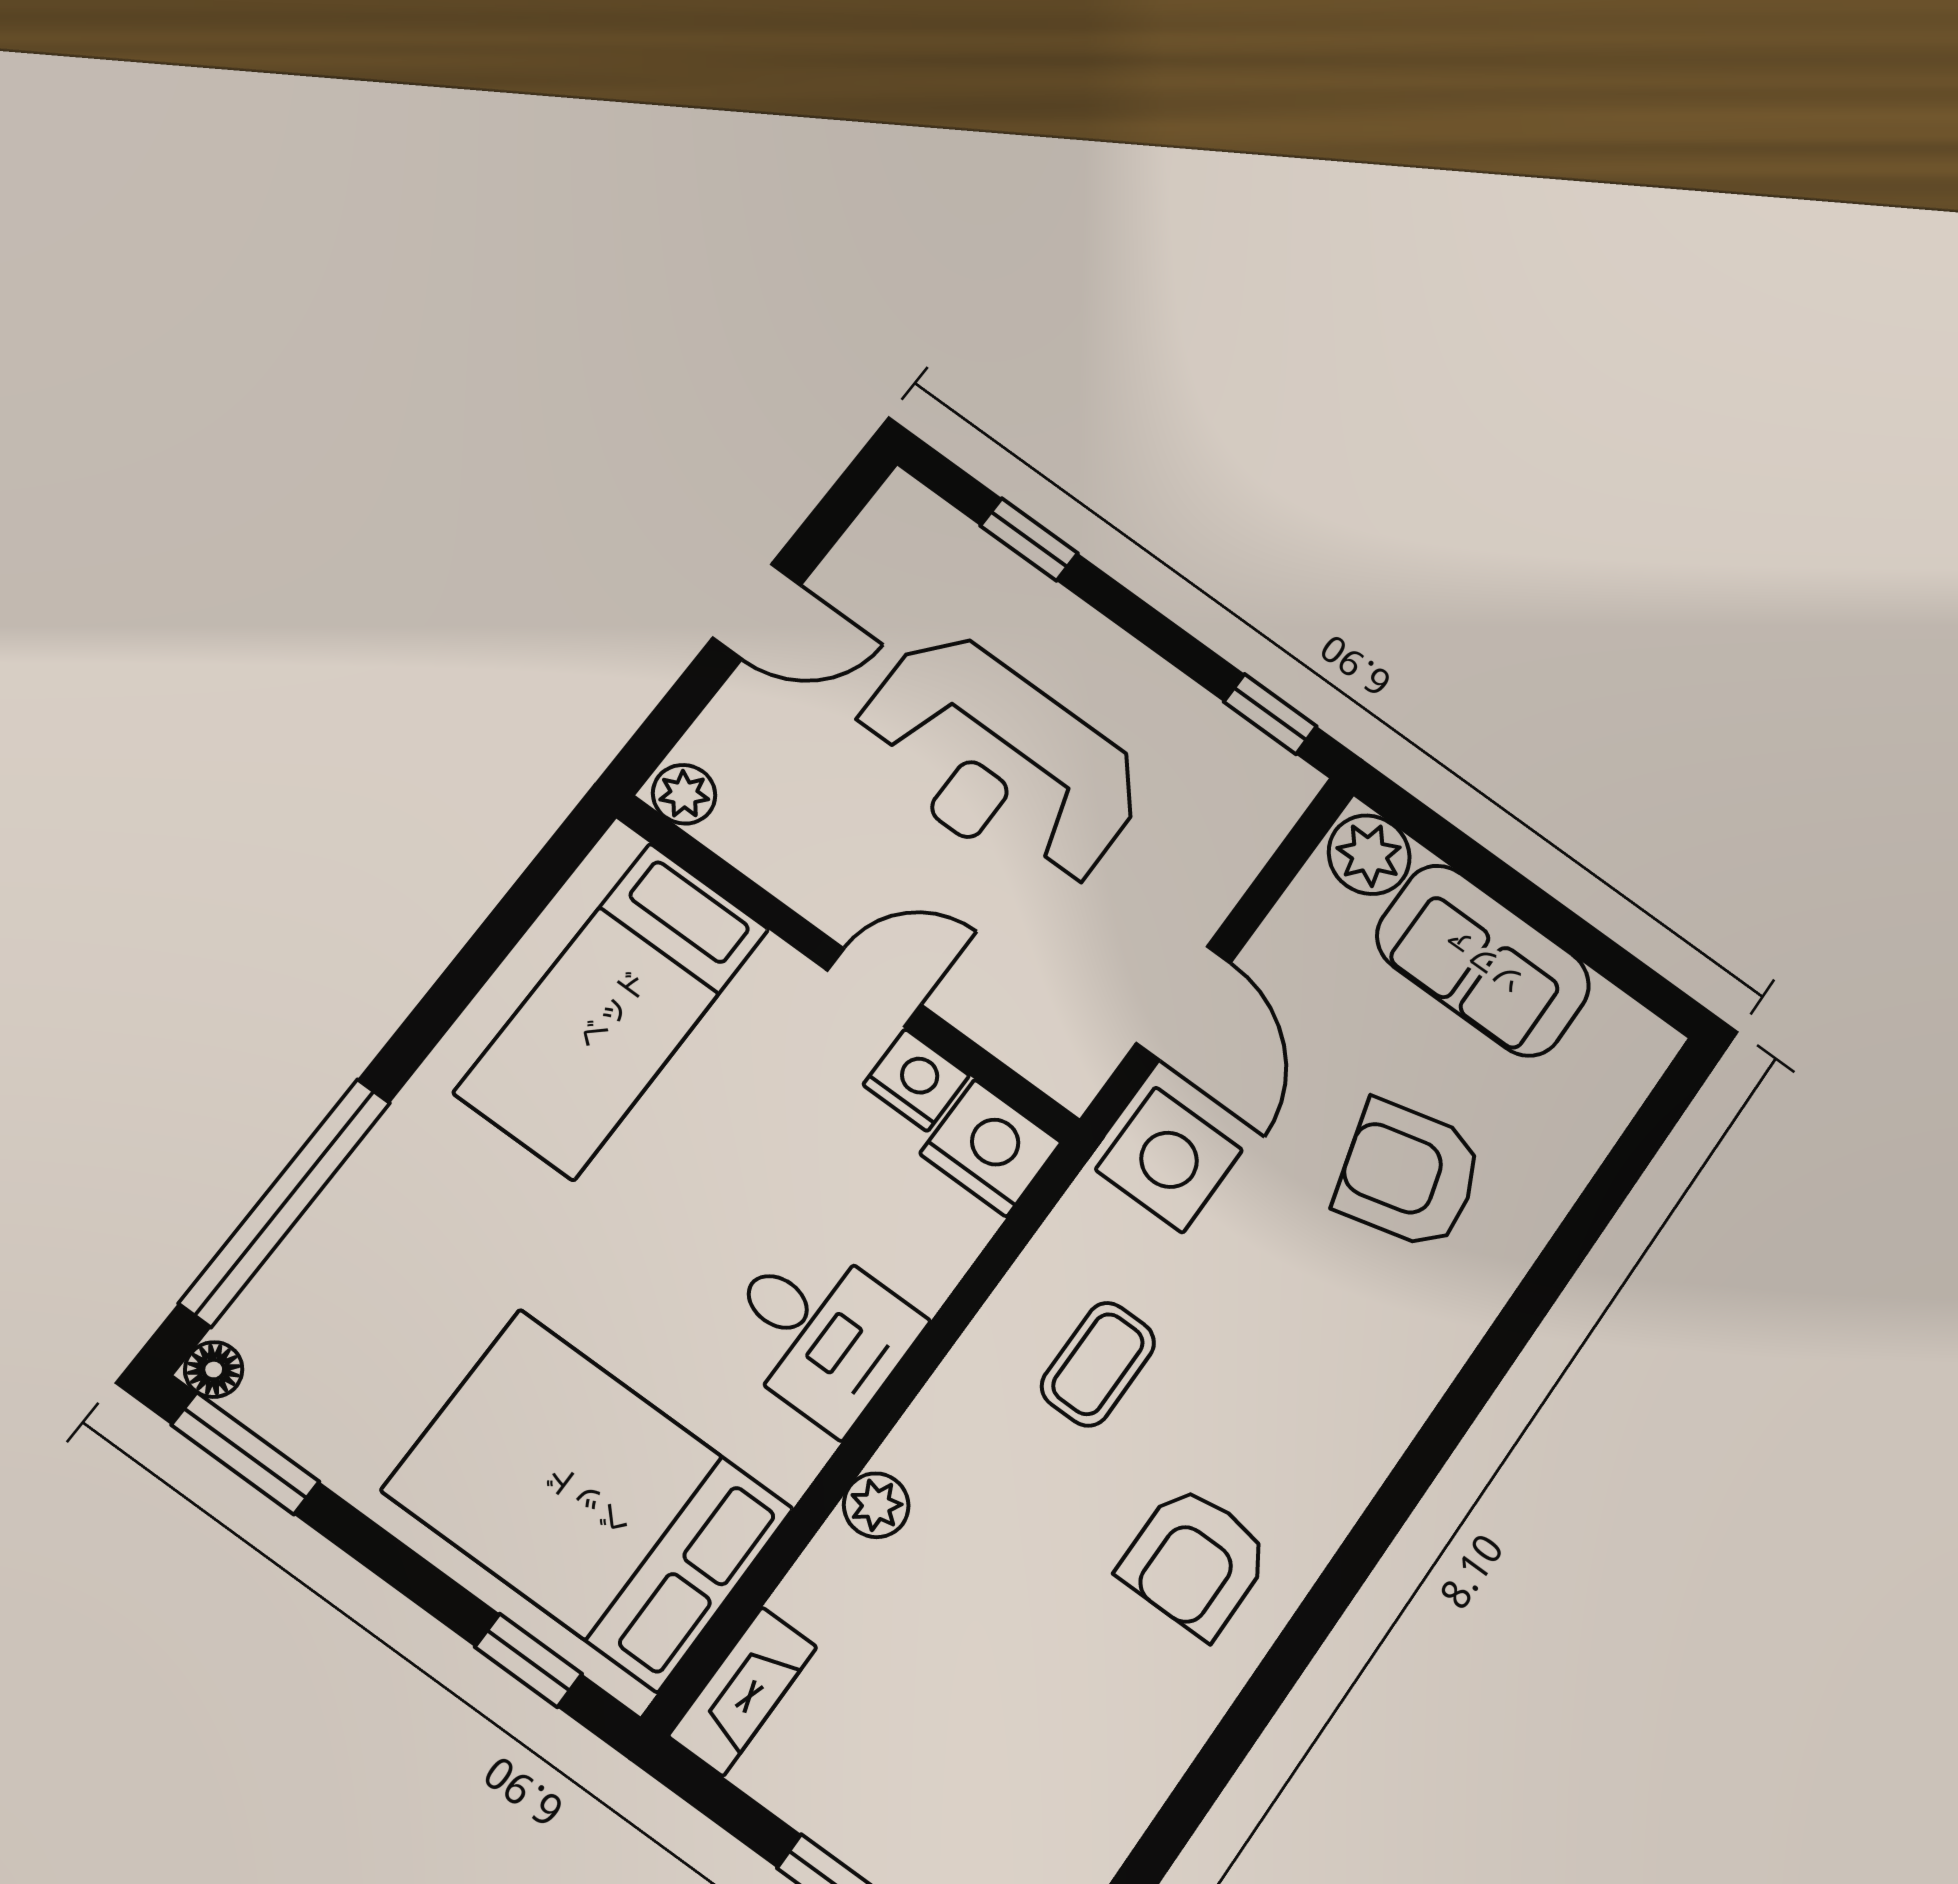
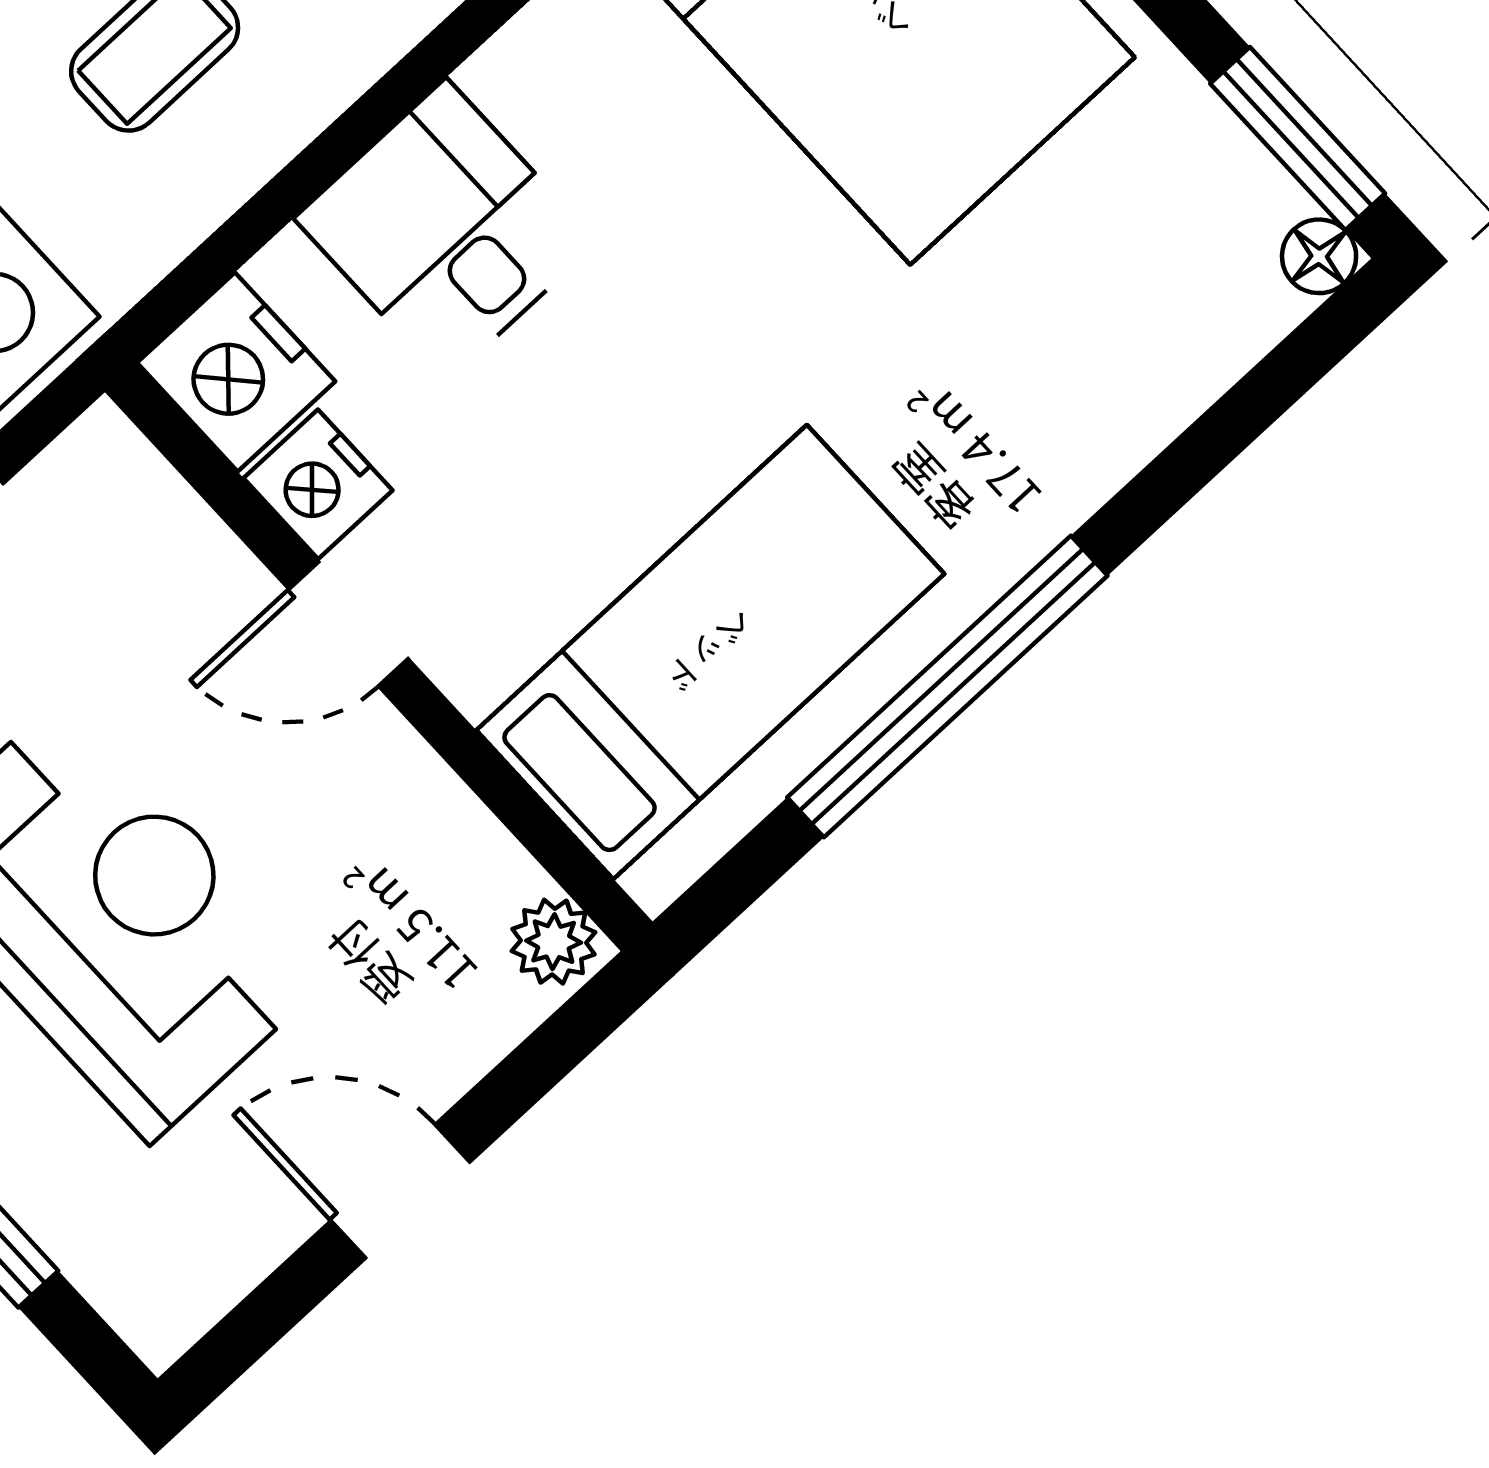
window: (285, 1202) -> (947, 686), moved
desk: (819, 1332) -> (446, 230), moved

